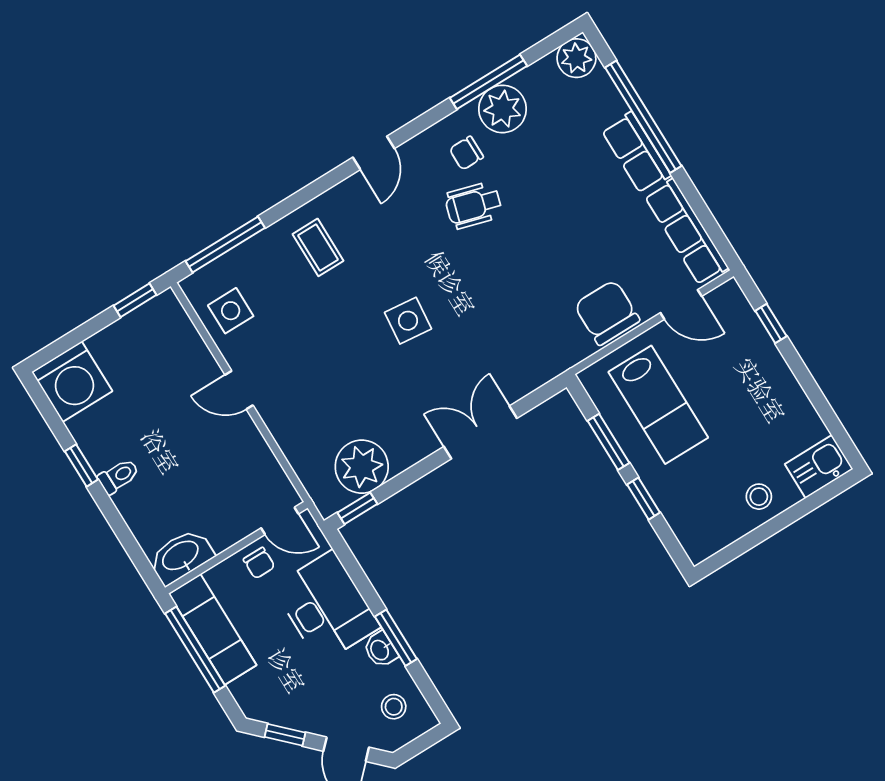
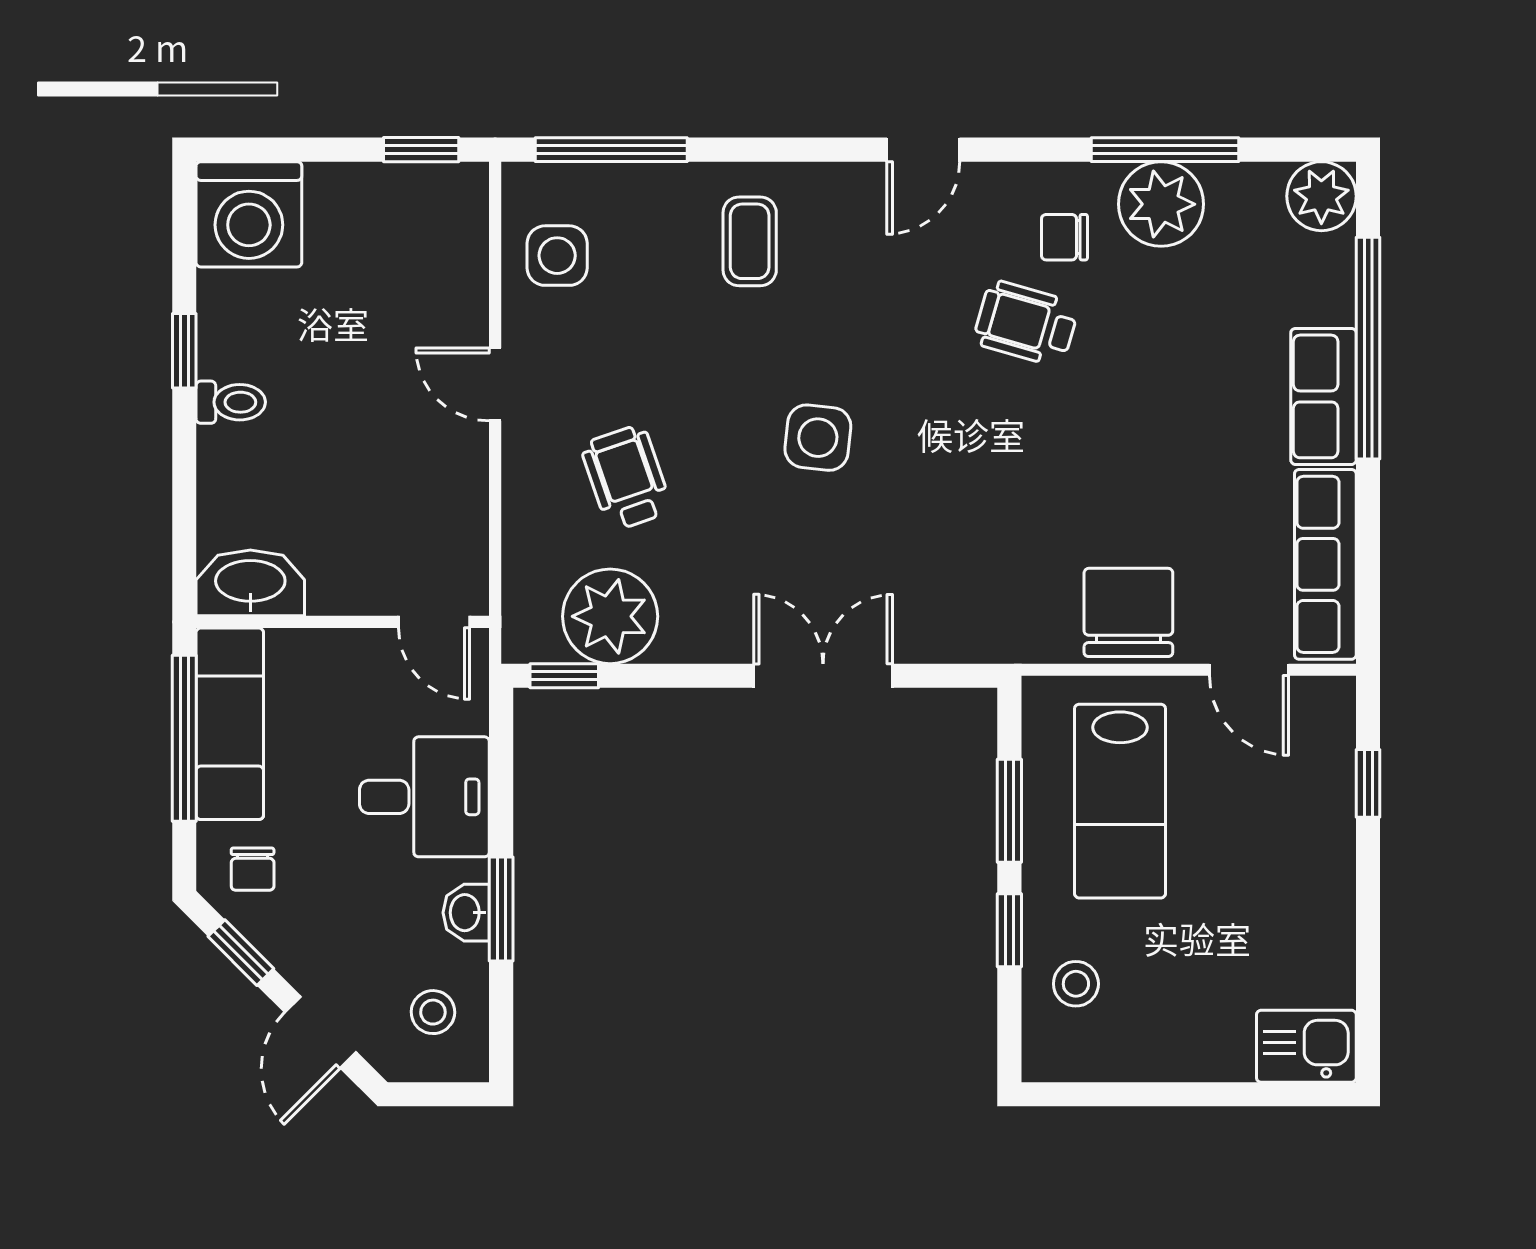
wheelchair: (329, 396) -> (626, 478), added
stool: (759, 497) -> (1076, 984), moved
chair: (259, 563) -> (253, 869), moved
desk: (326, 607) -> (424, 797), width x0.73

